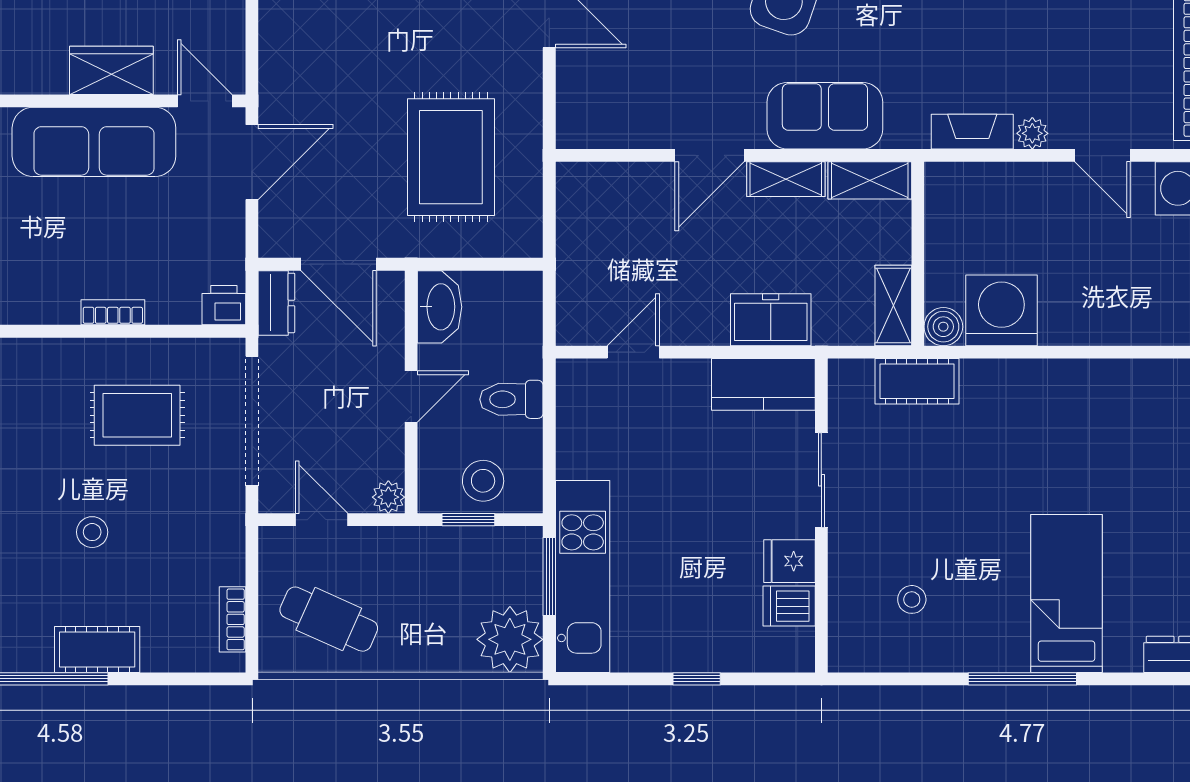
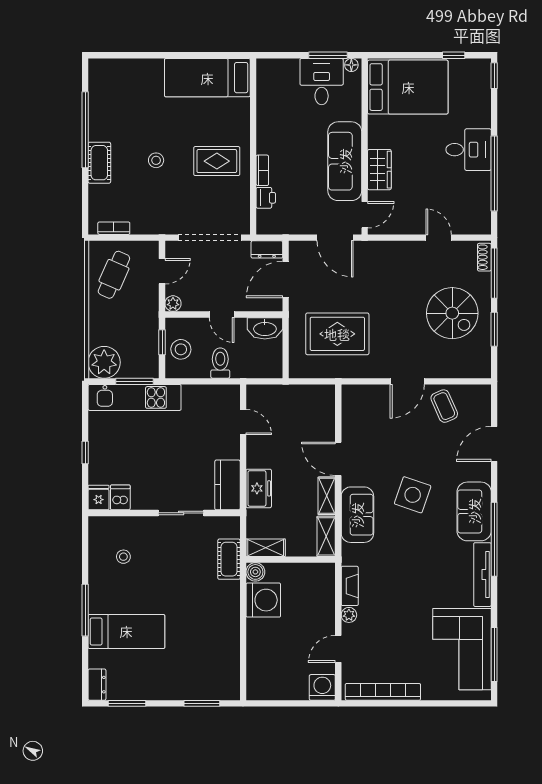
printer: (224, 305) -> (266, 198), moved
rug: (137, 415) -> (217, 161), moved, turned 90
fridge: (790, 561) -> (99, 498), moved

